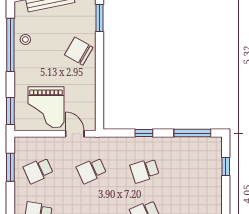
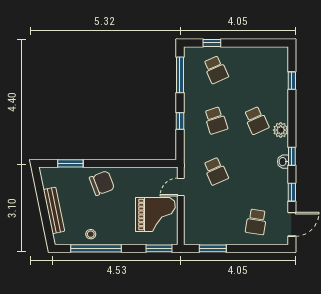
chair: (79, 51) -> (102, 183), turned -141
school desk: (38, 170) -> (216, 70), moved

